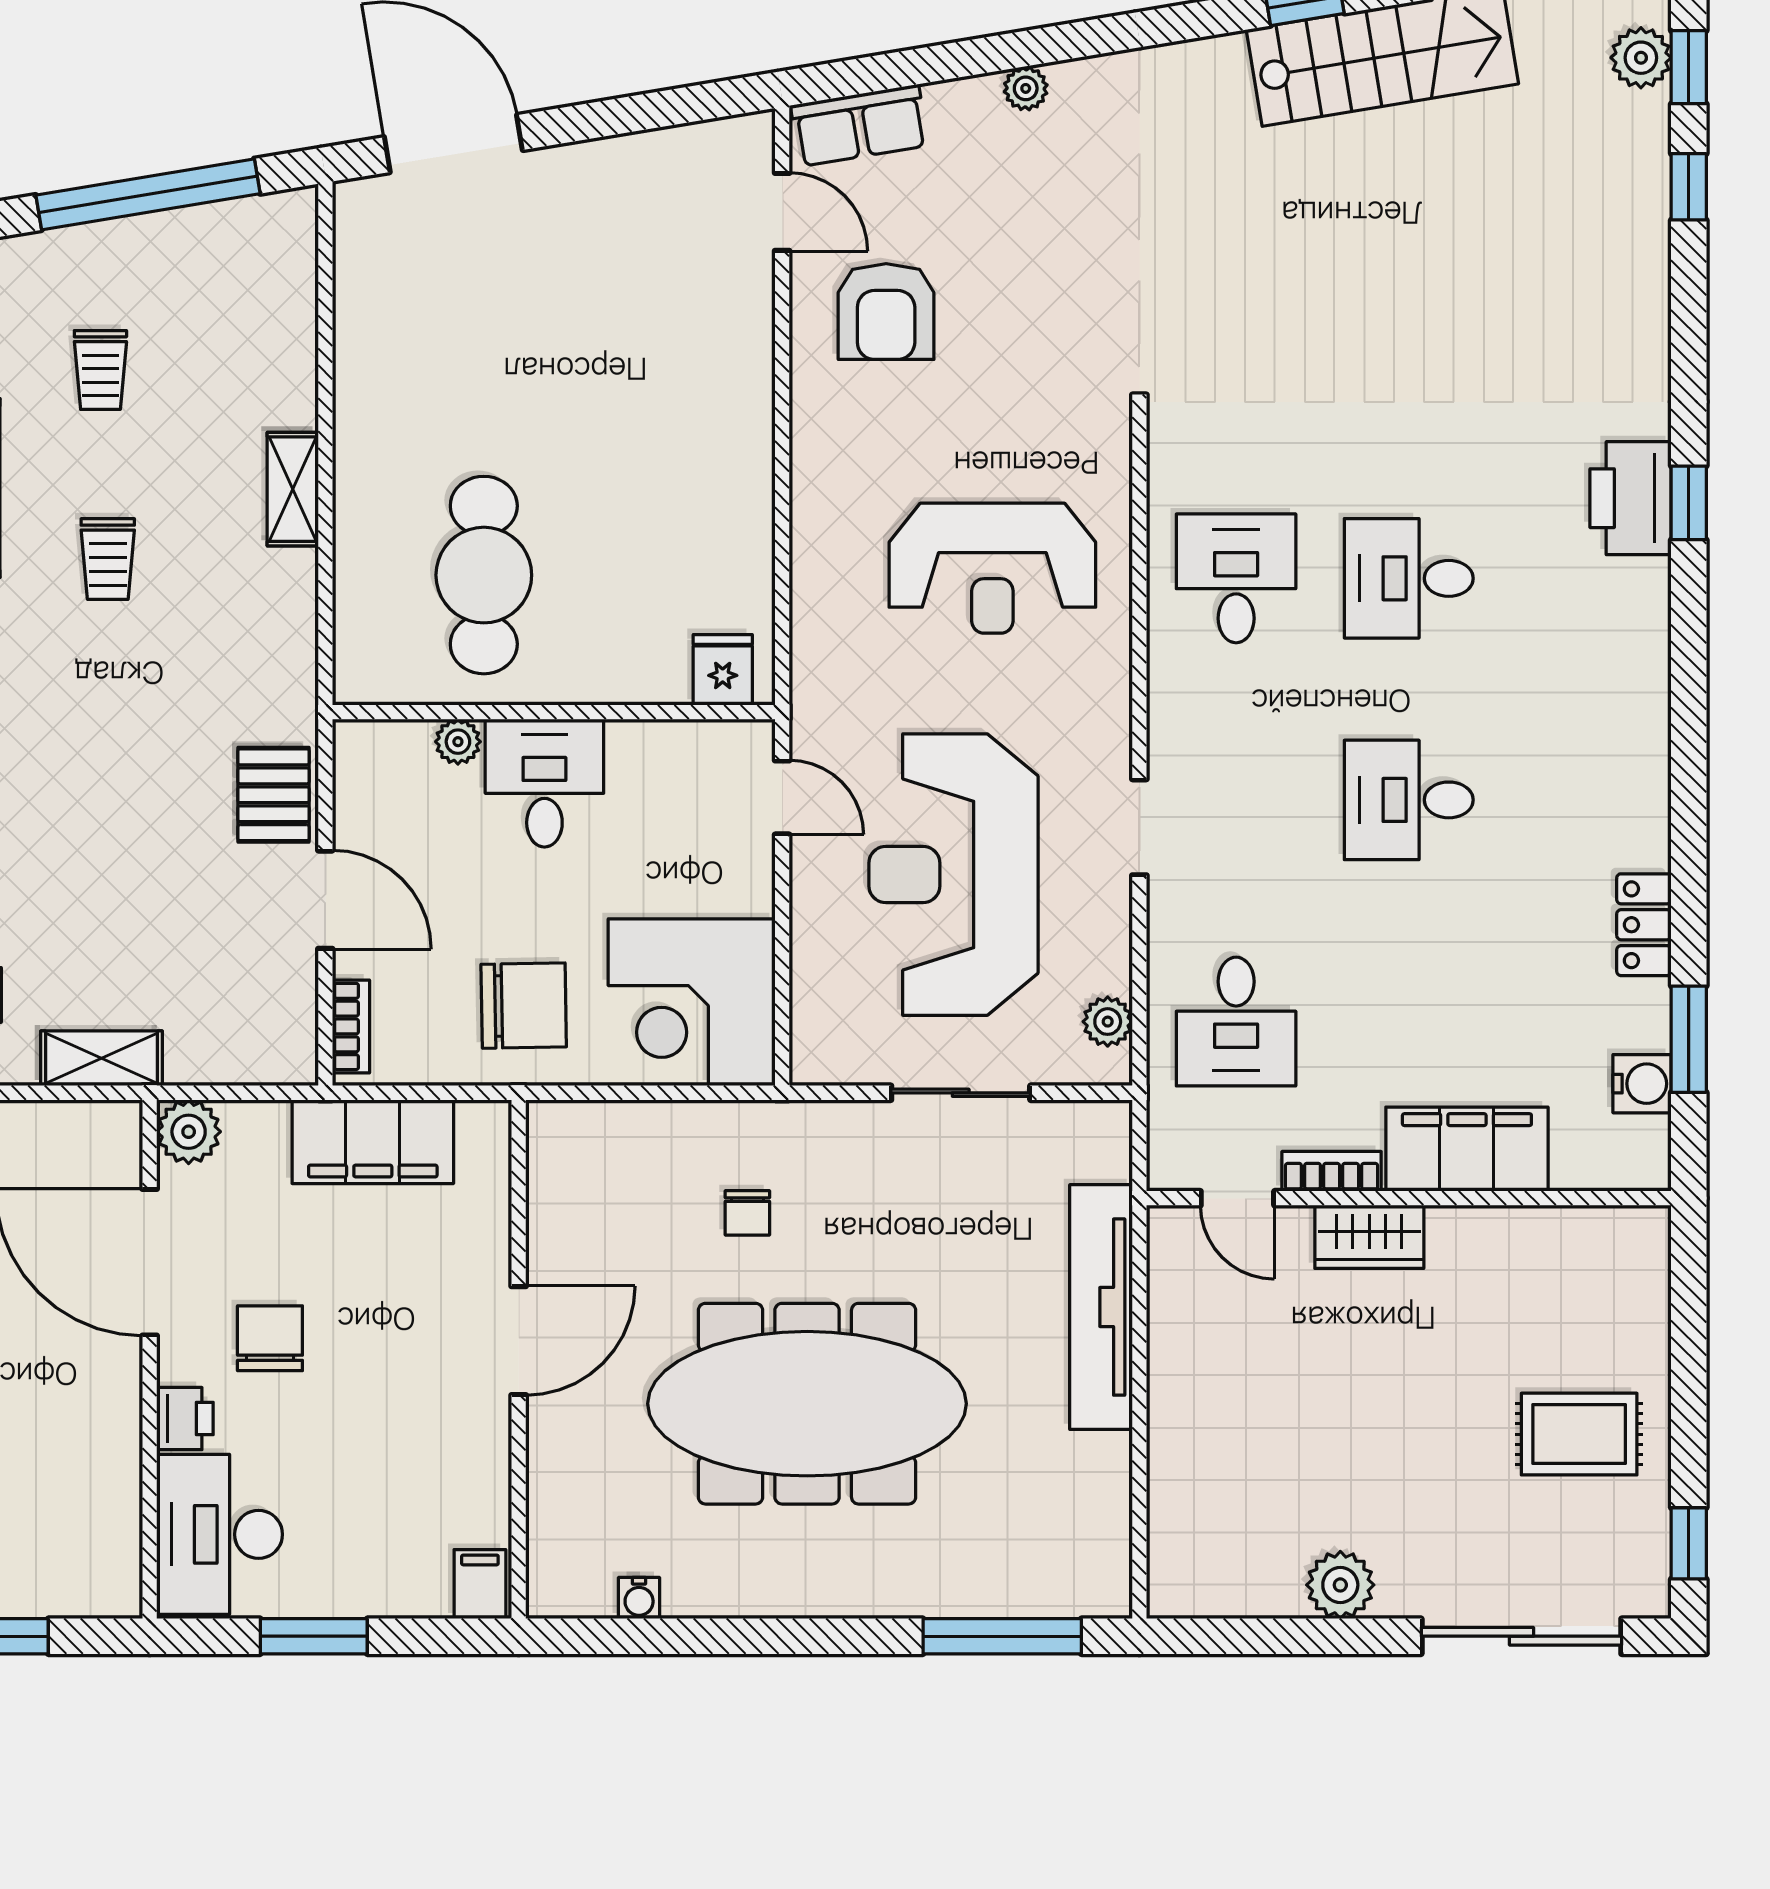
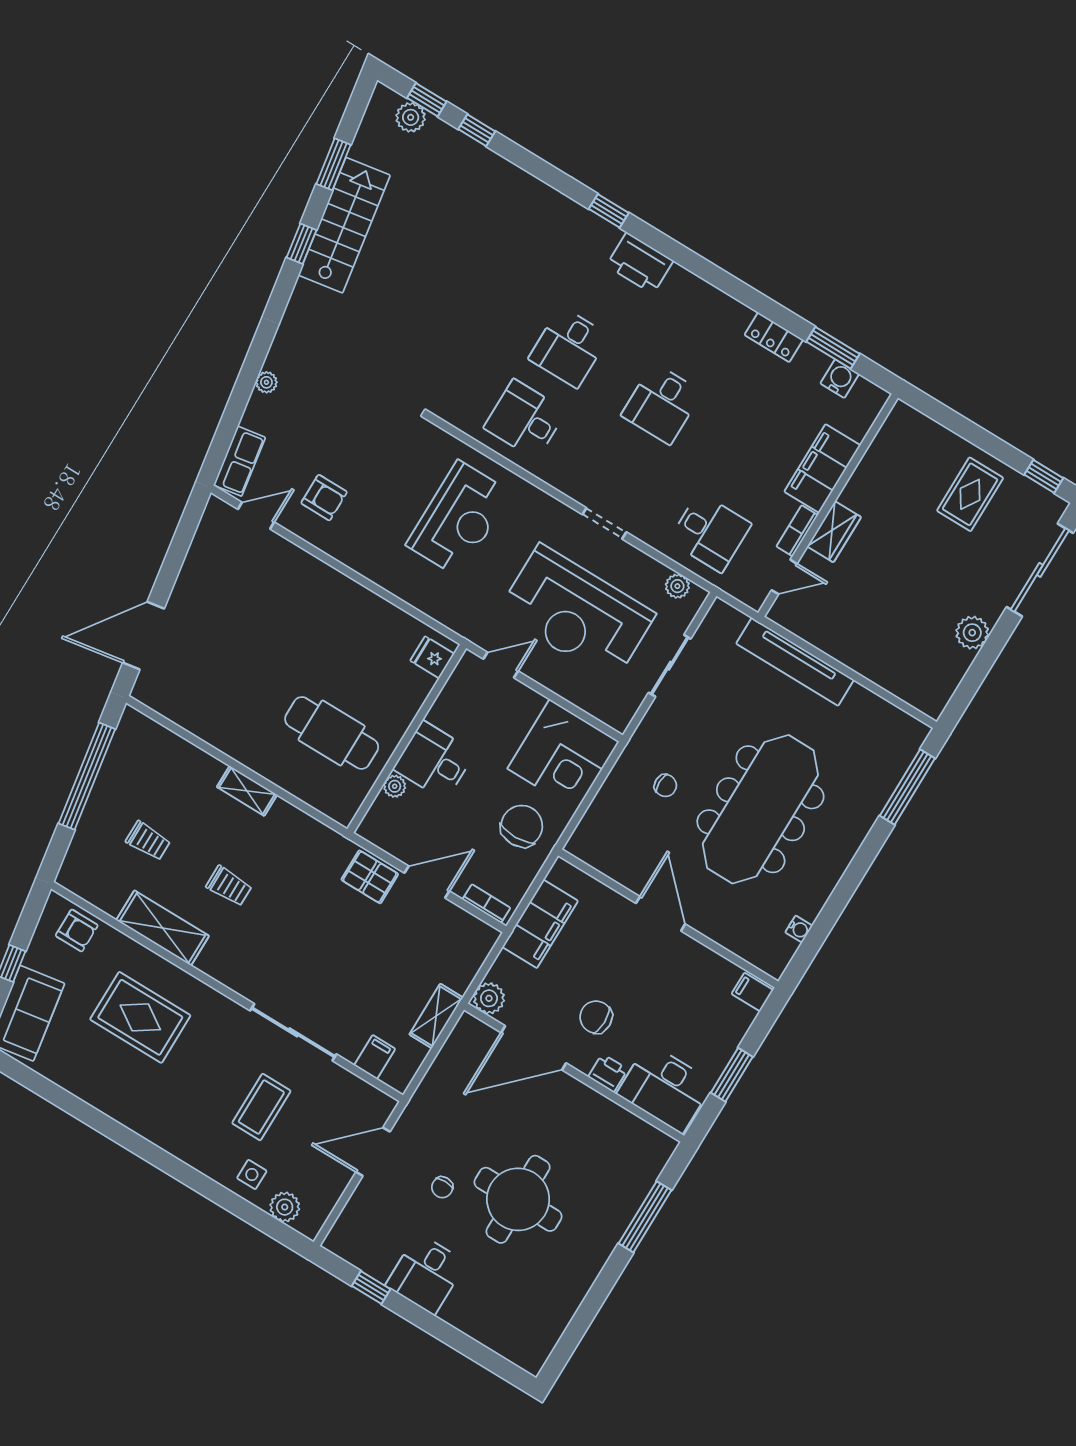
armchair: (886, 311) -> (324, 498), width x0.72, depth x0.72
printer: (1631, 498) -> (640, 263), moved

